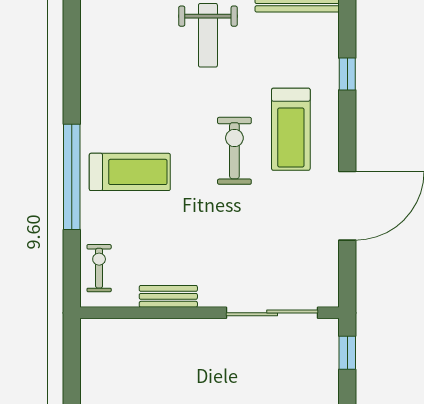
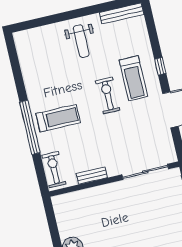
window: (347, 74) -> (160, 66), moved
exercise bike: (99, 268) -> (54, 170), width x1.38, depth x1.39

